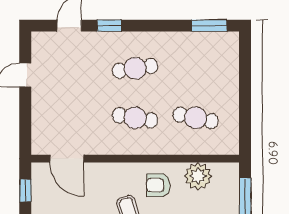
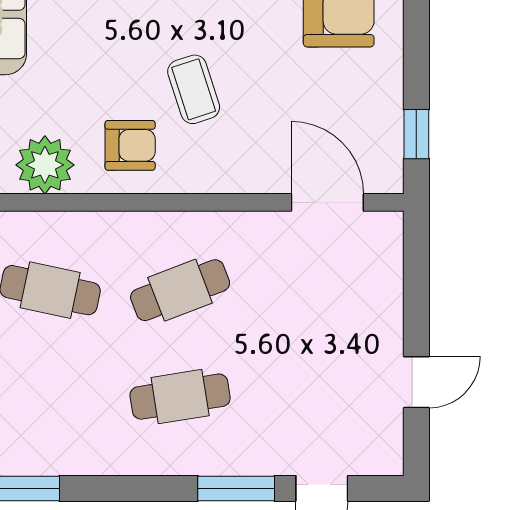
window: (109, 26) -> (236, 488), width x1.50
cafe table: (135, 118) -> (180, 290), turned -30

